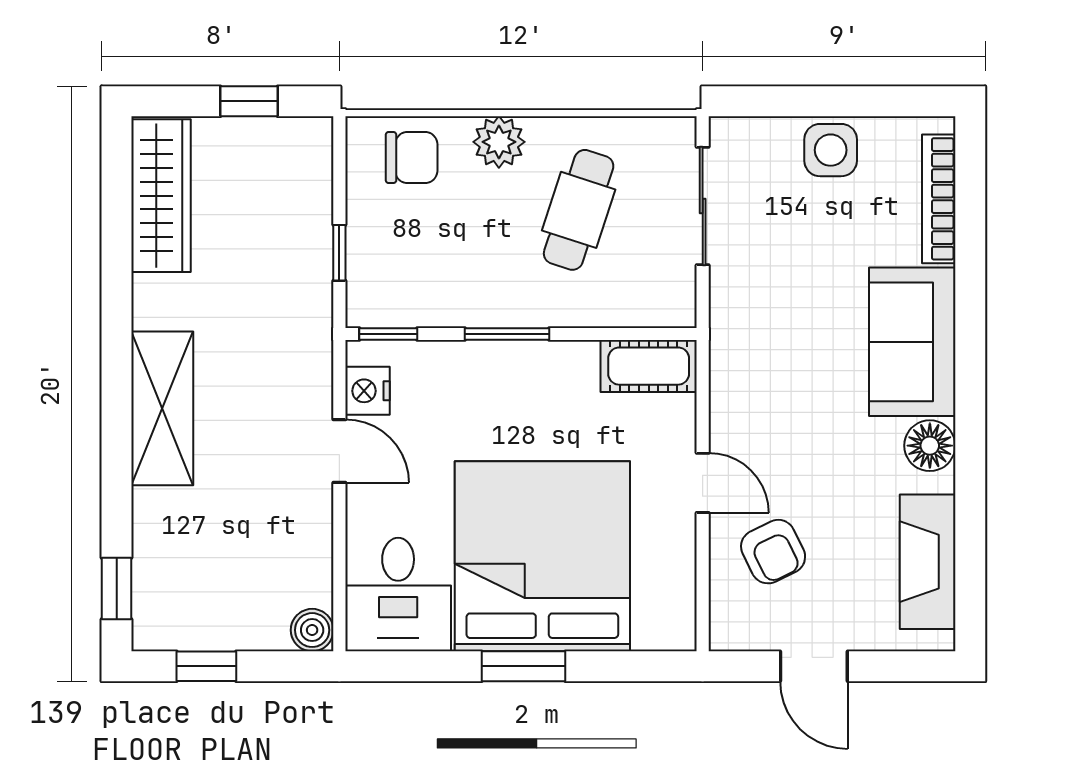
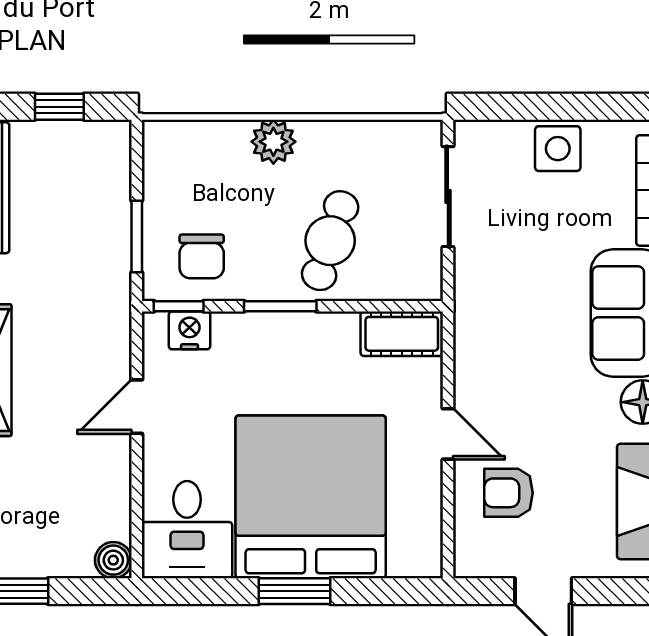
chair: (412, 158) -> (202, 256), moved, turned 90
cafe table: (579, 210) -> (330, 241), moved
window: (339, 253) -> (137, 237), width x1.50
nightstand: (368, 391) -> (189, 330), moved, turned 90
door: (339, 451) -> (137, 407), swing flipped
armchair: (773, 552) -> (508, 493), turned 116

